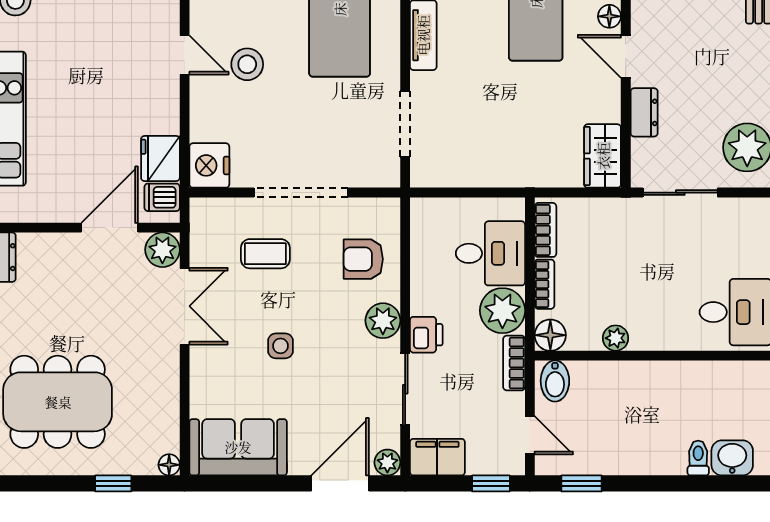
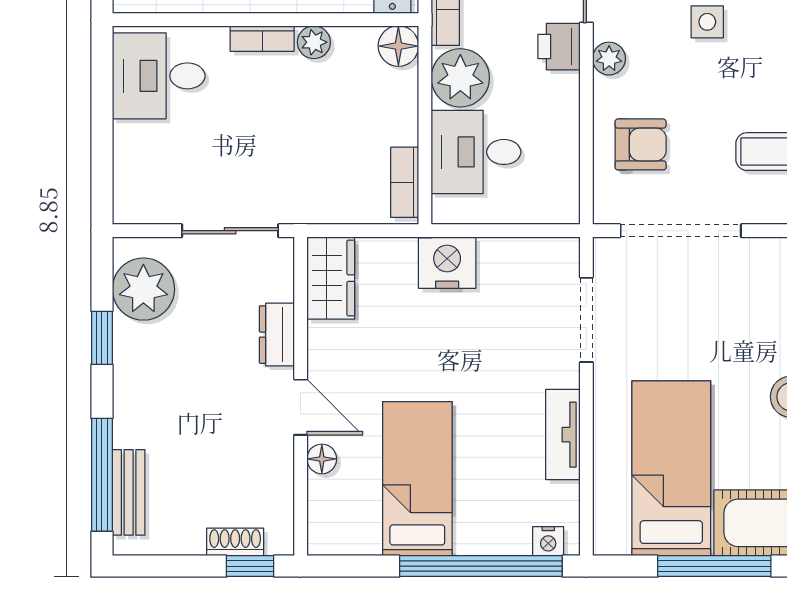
nightstand: (513, 168) -> (447, 263), added
doorway: (301, 193) -> (681, 231), moved
bookcase: (544, 284) -> (262, 39), moved, turned -90
plant: (383, 321) -> (609, 59), width x0.73, depth x0.73
side table: (280, 346) -> (707, 22), moved

